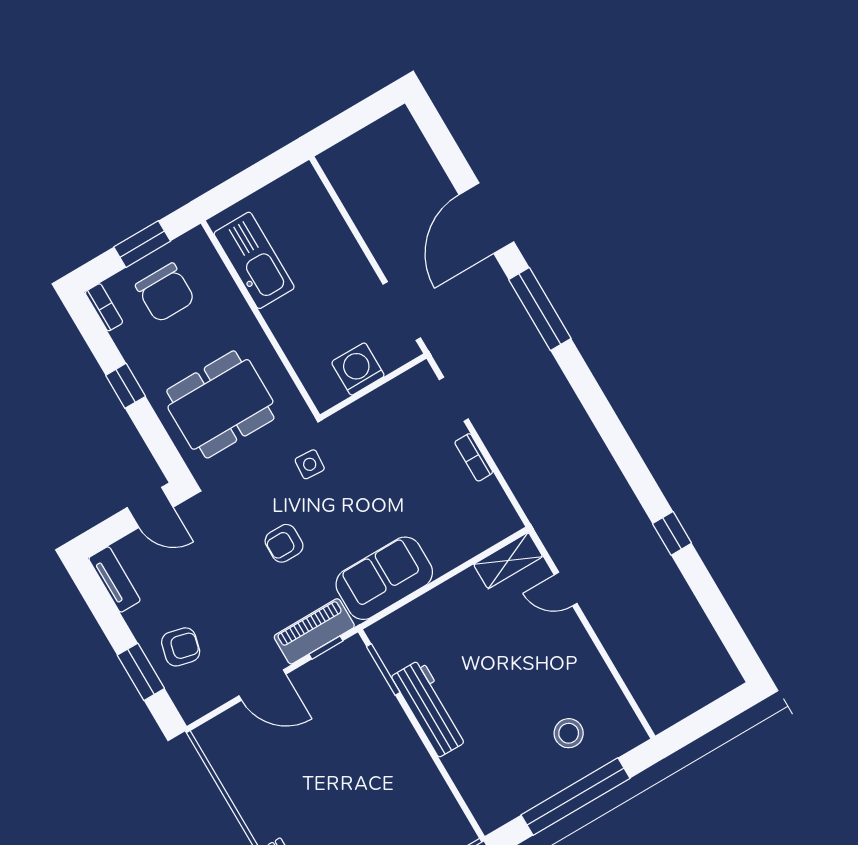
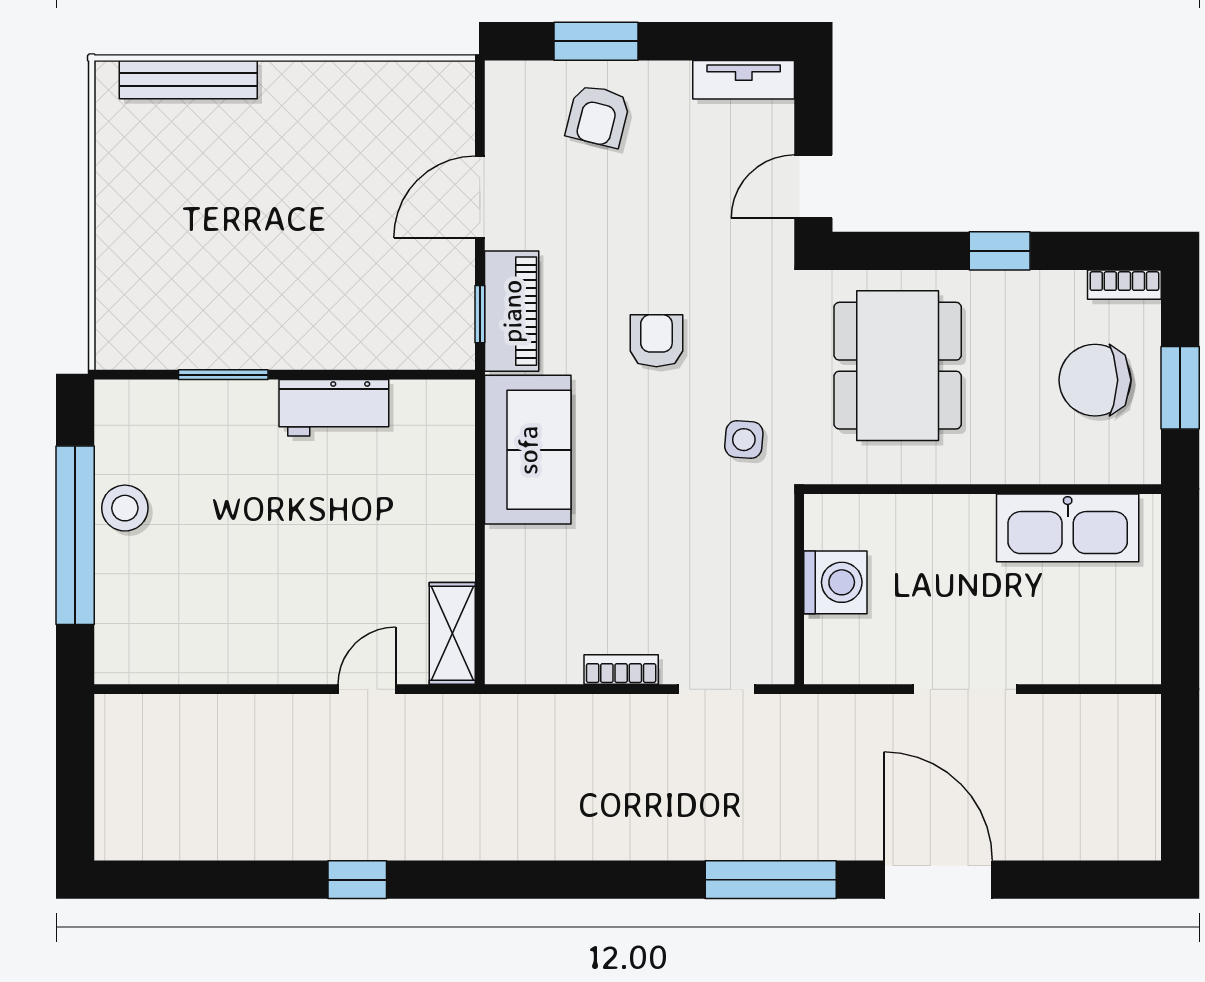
doorway: (402, 311) -> (965, 689), moved
window: (383, 670) -> (223, 375), moved
workbench: (430, 708) -> (334, 408), width x0.73
stool: (569, 733) -> (125, 508), moved

